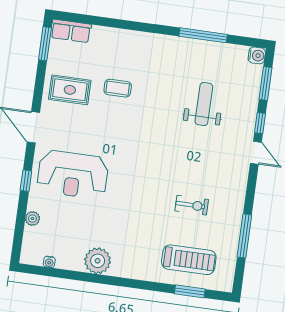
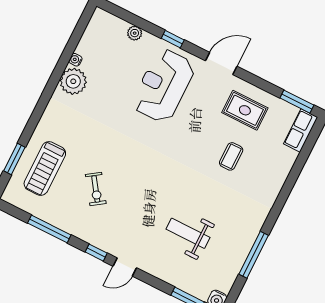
rug: (70, 90) -> (245, 110), turned 90
weight bench: (204, 104) -> (188, 233), turned 180
window: (260, 123) -> (96, 253), moved
exercise bike: (192, 205) -> (96, 189), turned -35
water cooler: (49, 262) -> (76, 60), moved

